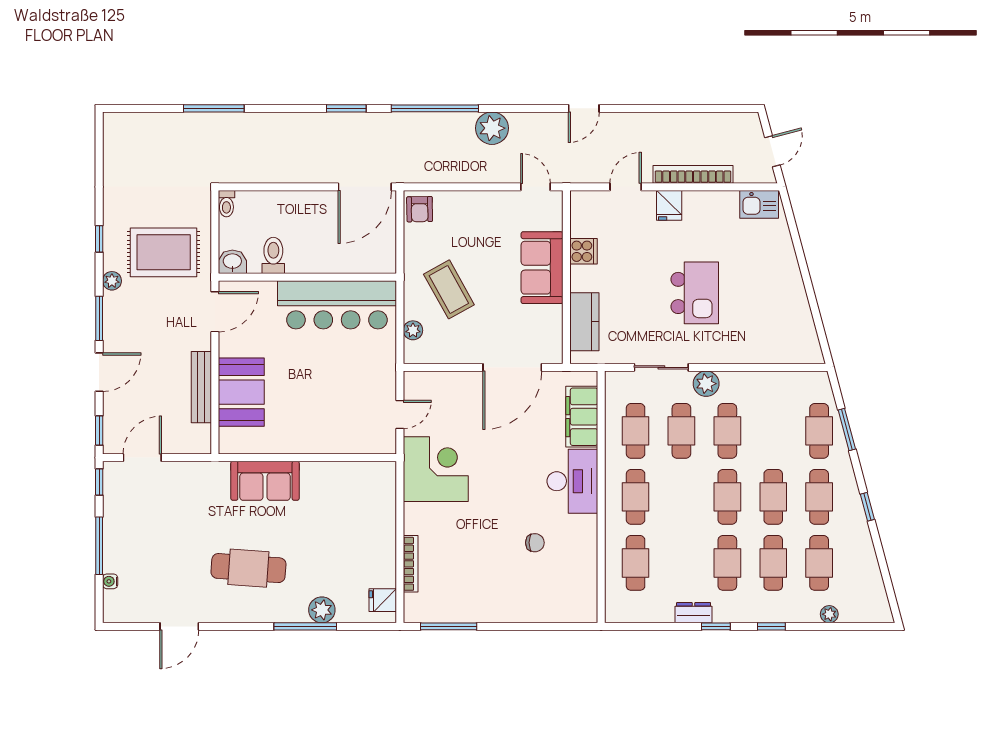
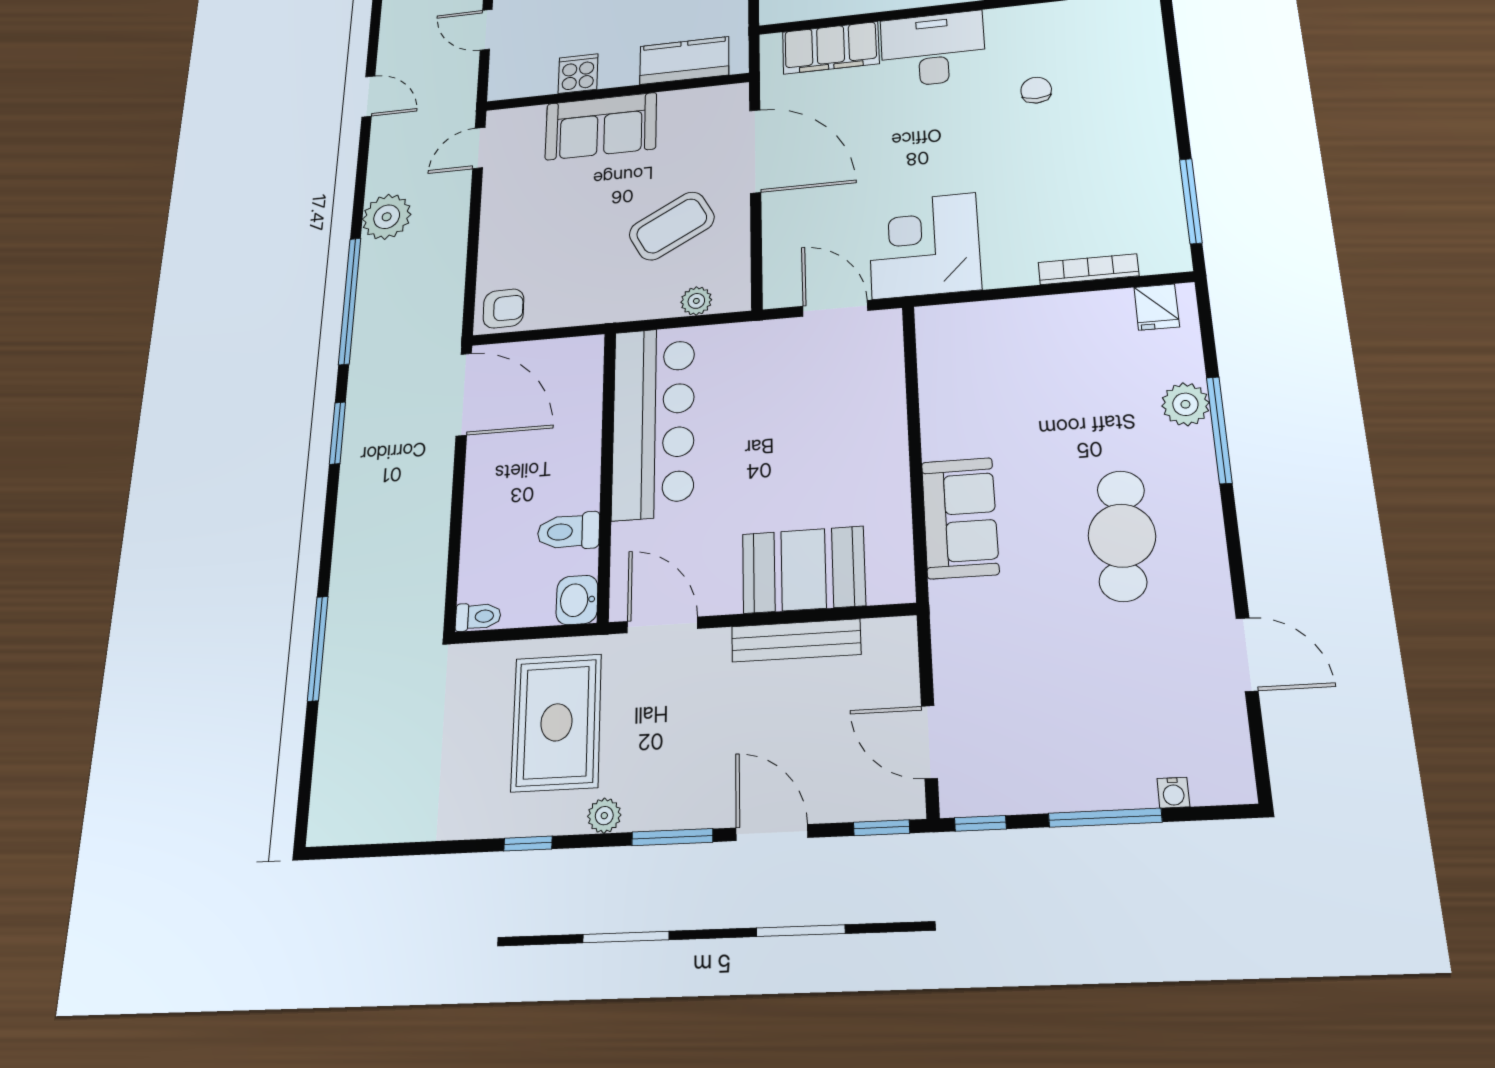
coffee table: (449, 289) -> (672, 226), moved
door: (400, 414) -> (835, 308), width x1.38

